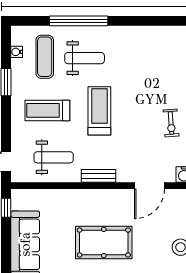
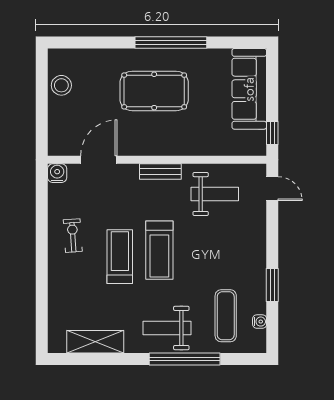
shelving: (152, 35) -> (95, 342), added
weight bench: (85, 58) -> (167, 328), moved
treadmill: (47, 110) -> (120, 257), moved, turned -90
weight bench: (54, 157) -> (215, 194), turned 180

